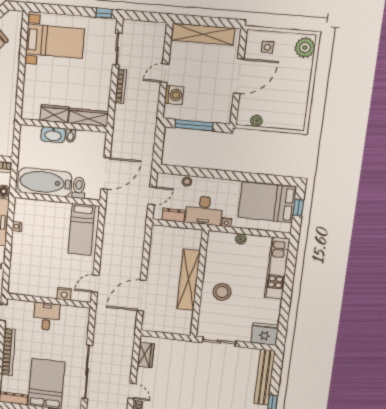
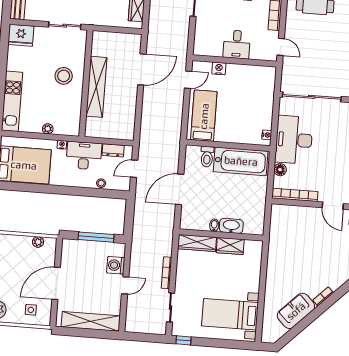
bathtub: (45, 182) -> (241, 161), moved
toilet: (79, 188) -> (207, 157), moved
wall: (57, 199) -> (228, 145), moved
bed: (81, 229) -> (204, 116), moved

